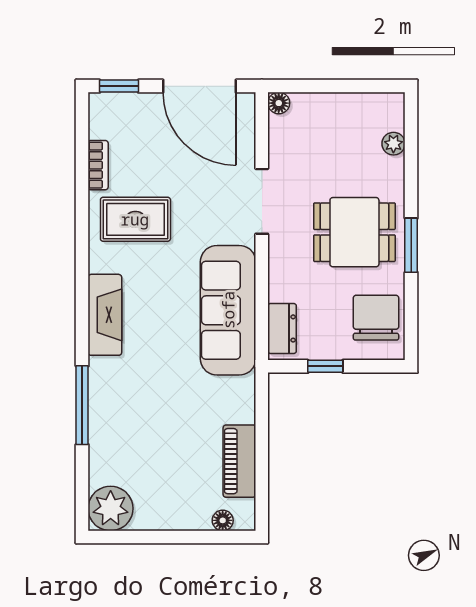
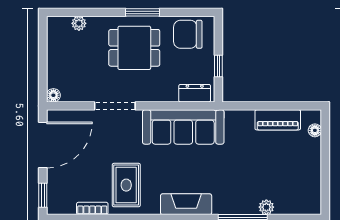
dining table: (354, 232) -> (134, 48), turned 90
plant: (111, 508) -> (266, 207), moved, width x0.53, depth x0.53

